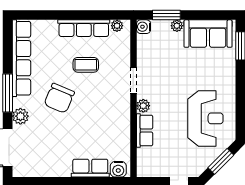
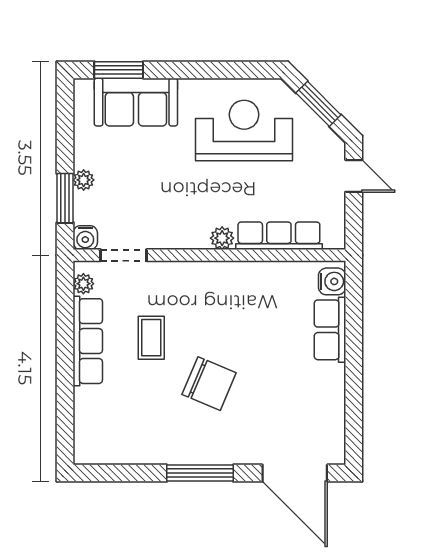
sofa: (208, 34) -> (136, 102), moved, turned 90
row of seats: (21, 58) -> (140, 449), removed
doorway: (133, 80) -> (123, 255), moved
plant: (20, 116) -> (240, 451), removed
row of seats: (145, 131) -> (279, 236), width x1.48

